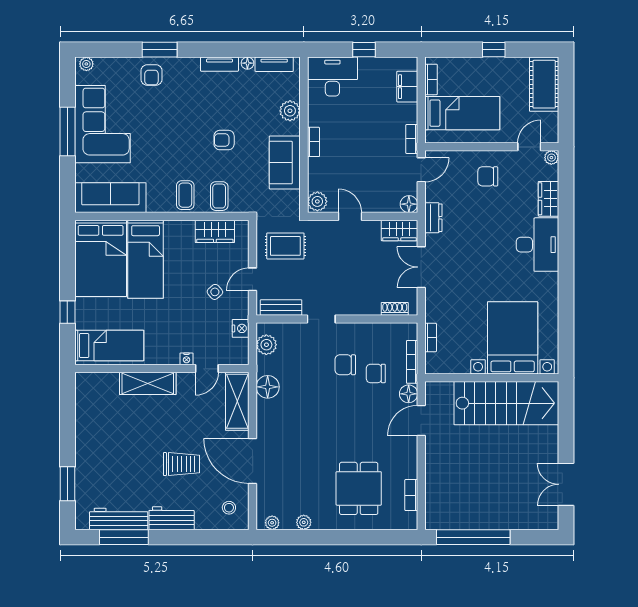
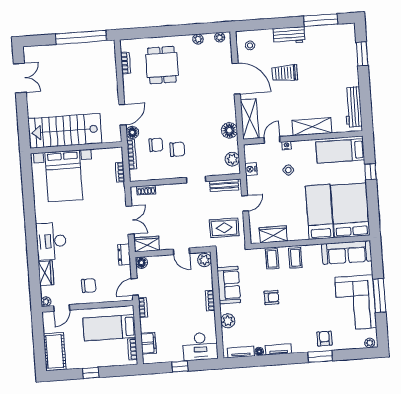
side table: (215, 292) -> (288, 170), moved
workbench: (119, 519) -> (353, 107), moved, turned 90

